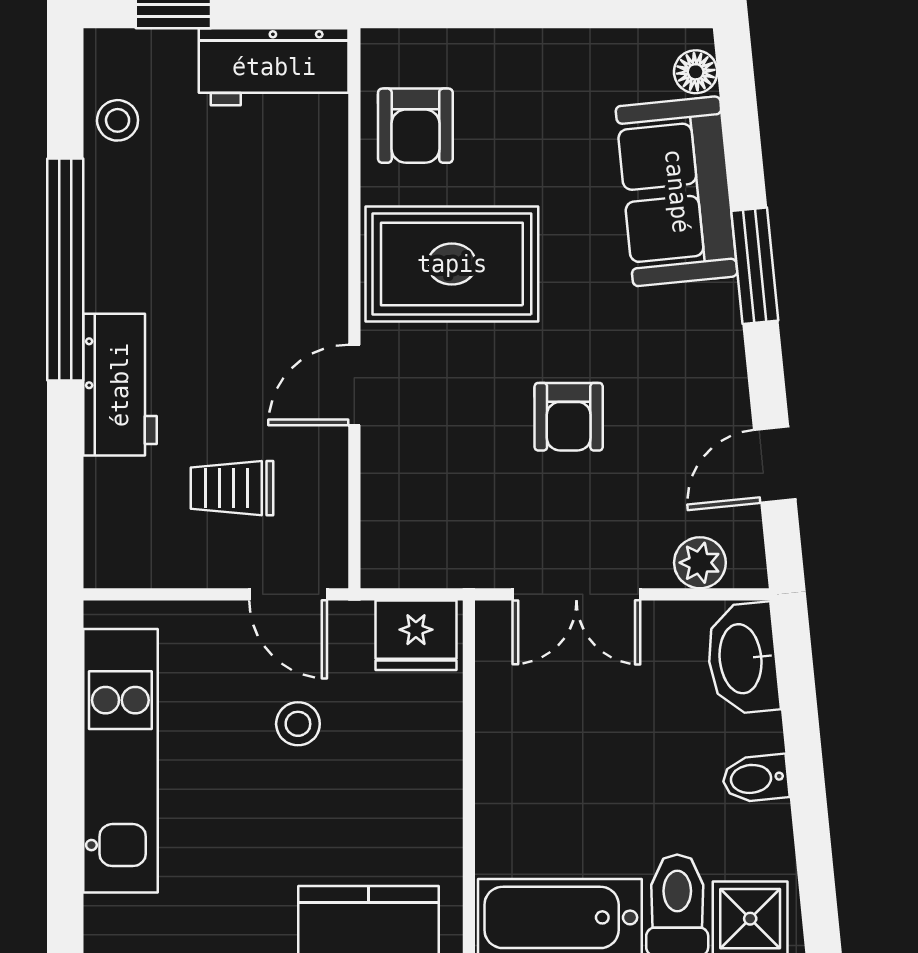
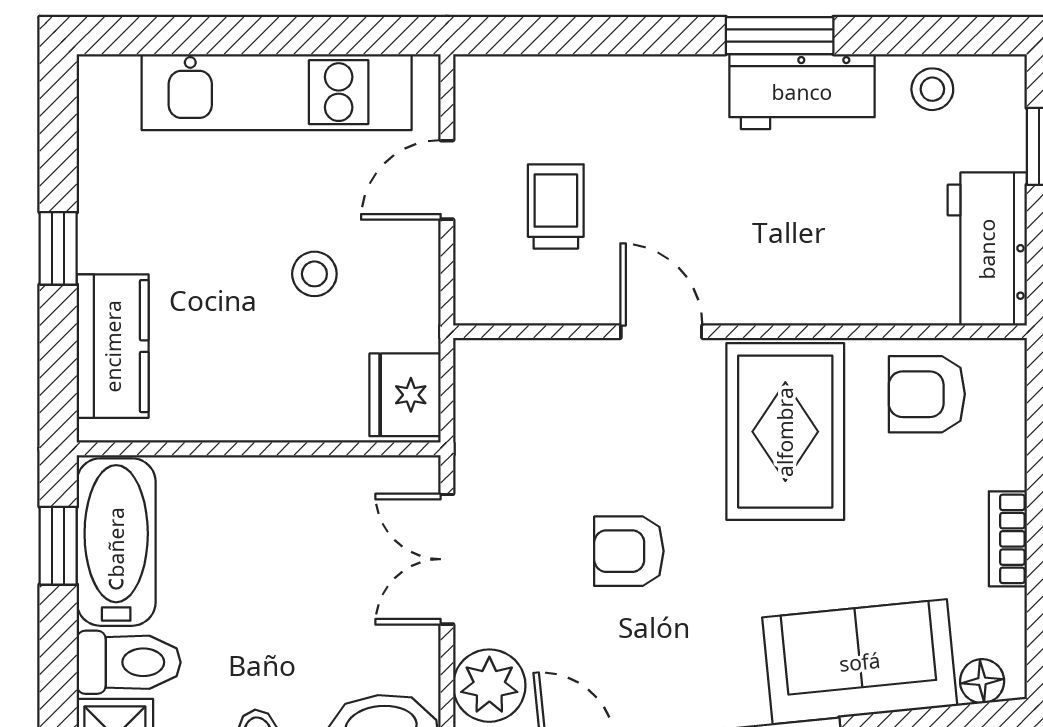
bookcase: (557, 47) -> (1008, 539), added
window: (65, 269) -> (780, 36), width x0.47
workbench: (120, 385) -> (802, 92), moved
plant: (700, 563) -> (489, 686), width x1.38, depth x1.38
door: (288, 594) -> (447, 180), moved

